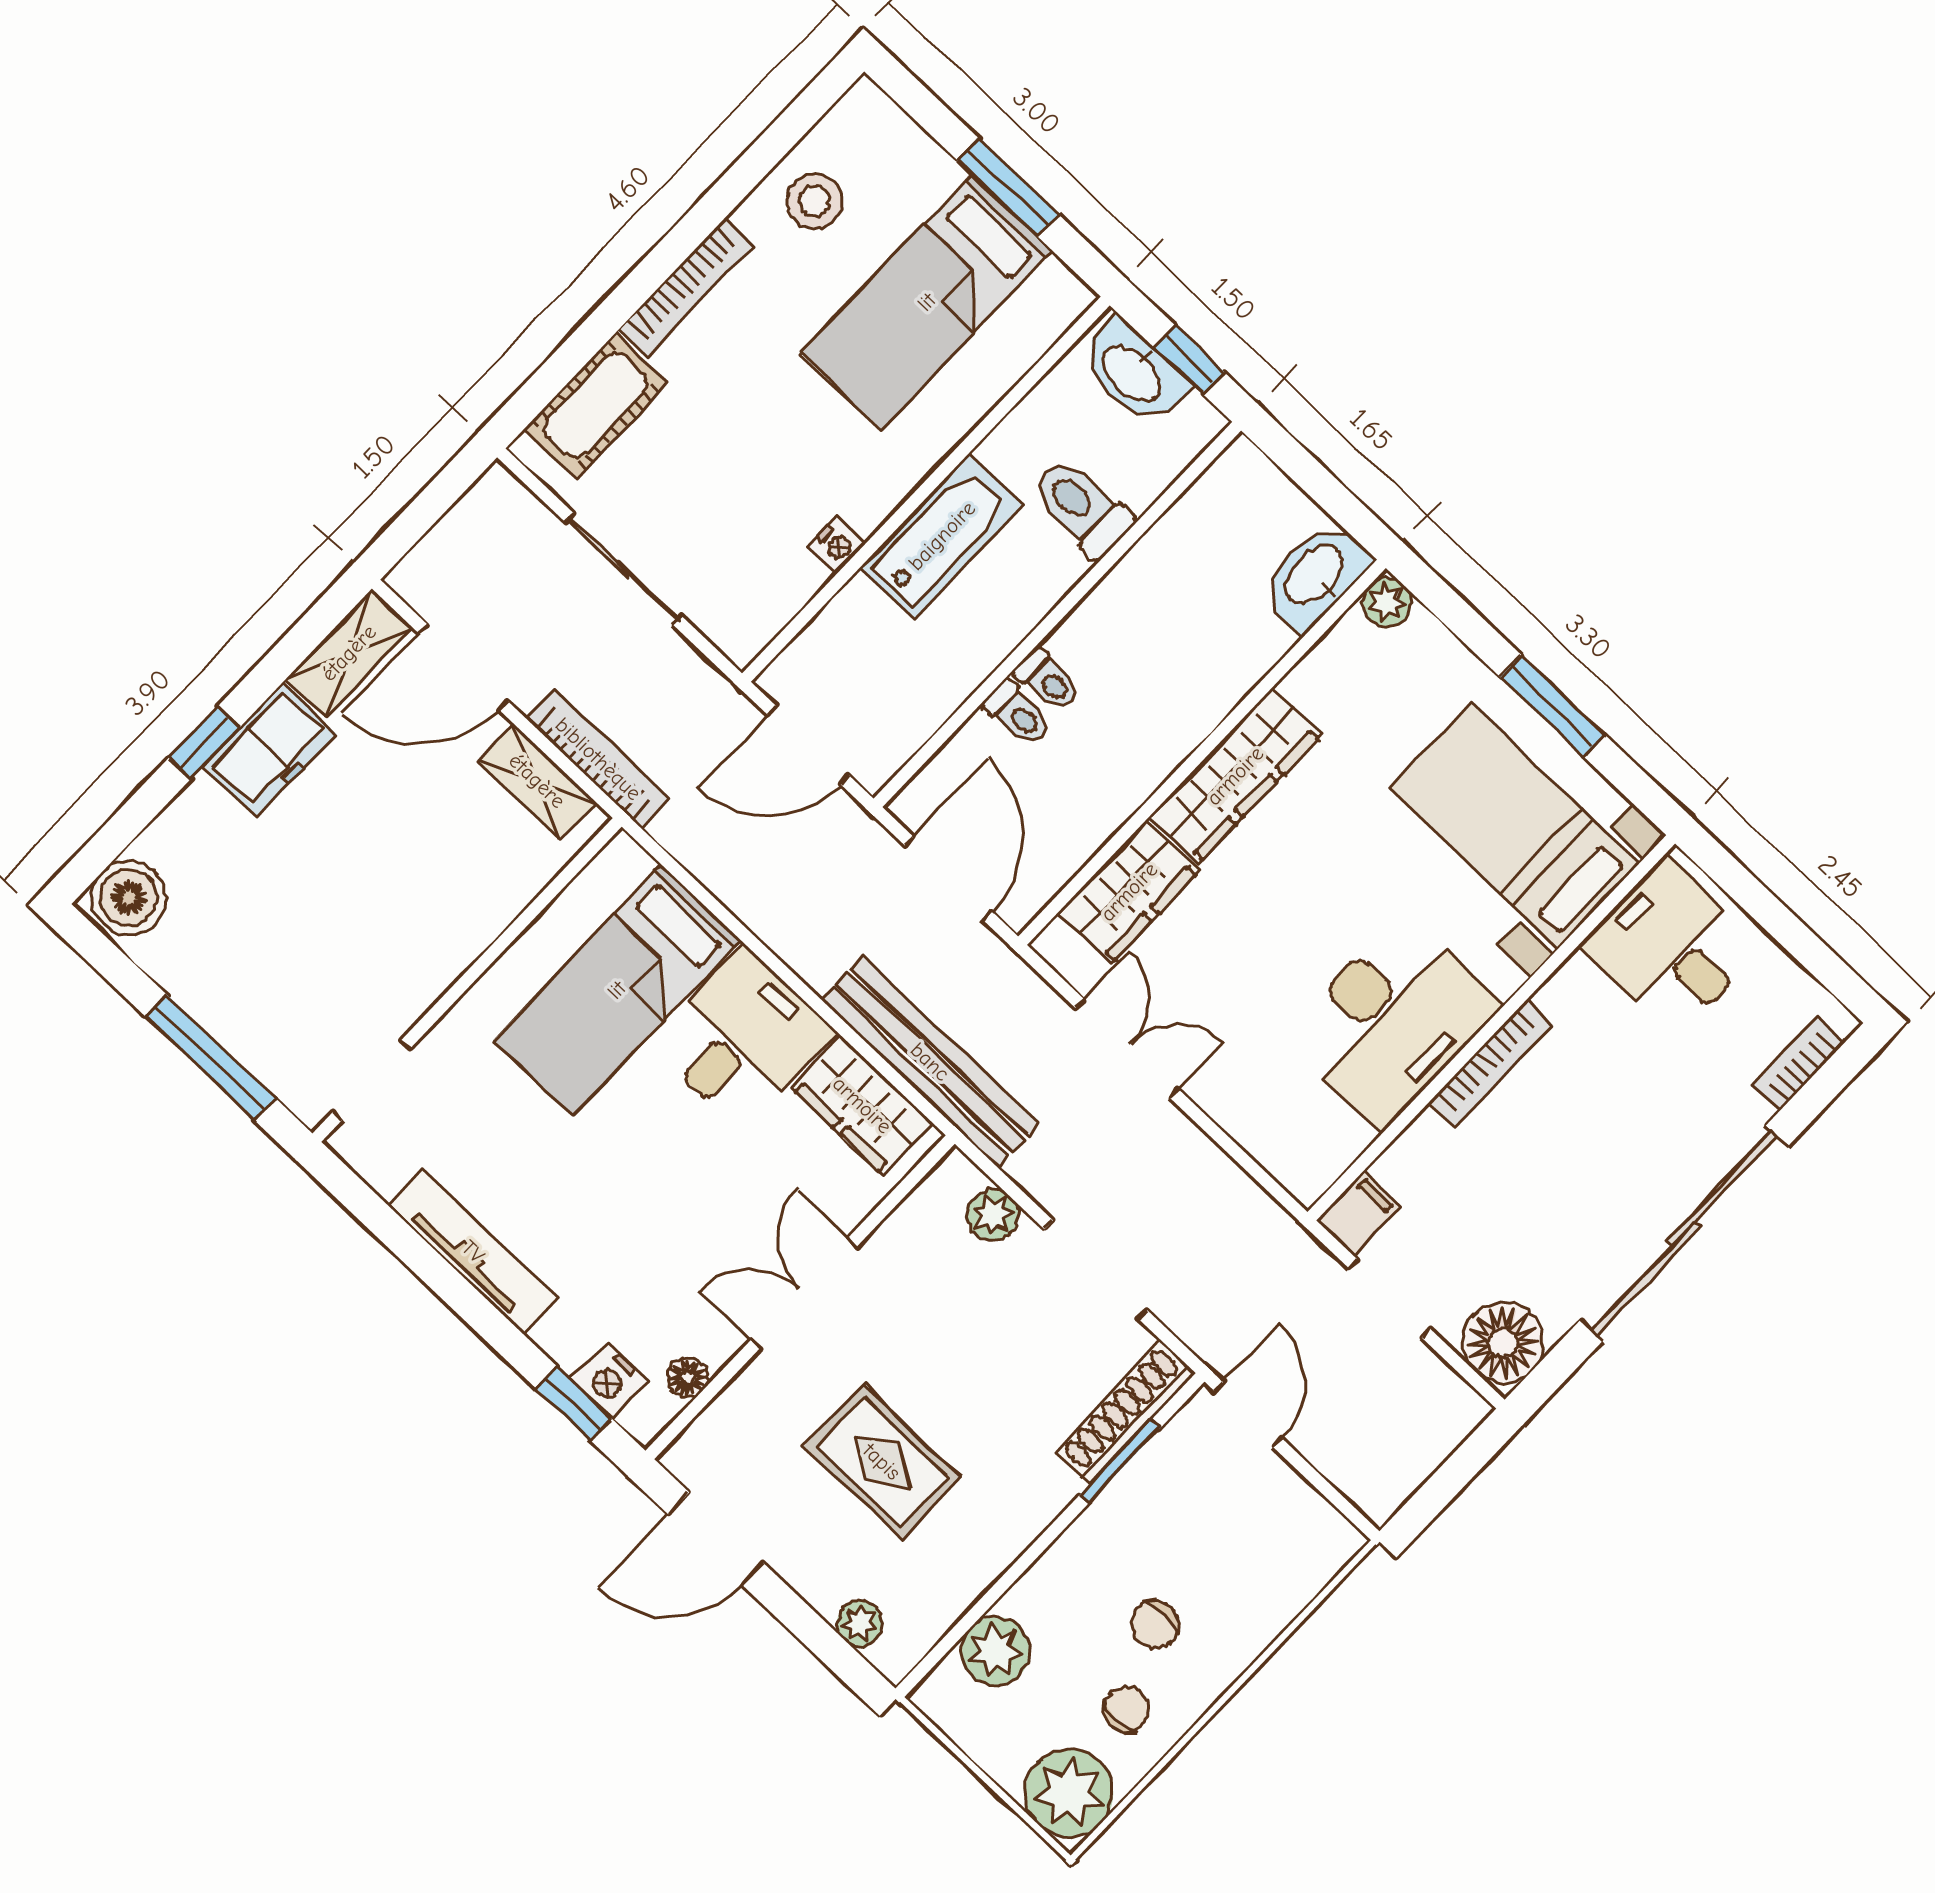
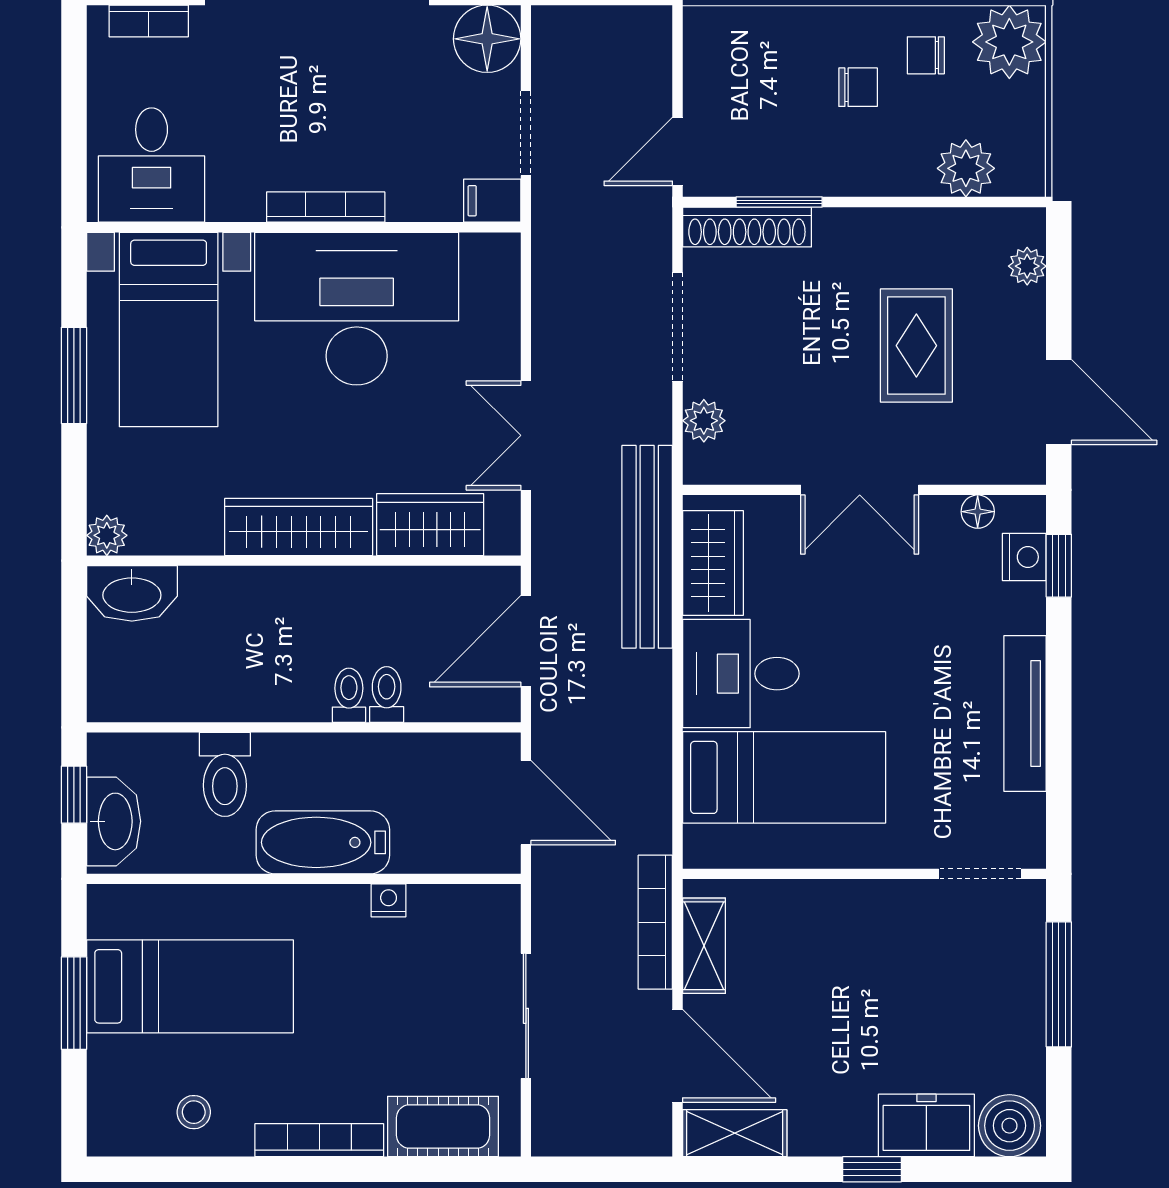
stool: (814, 201) -> (194, 1112), width x0.73, depth x0.73
freezer: (270, 750) -> (926, 1125), moved
desk: (1392, 1021) -> (357, 309), width x1.36, depth x1.30

